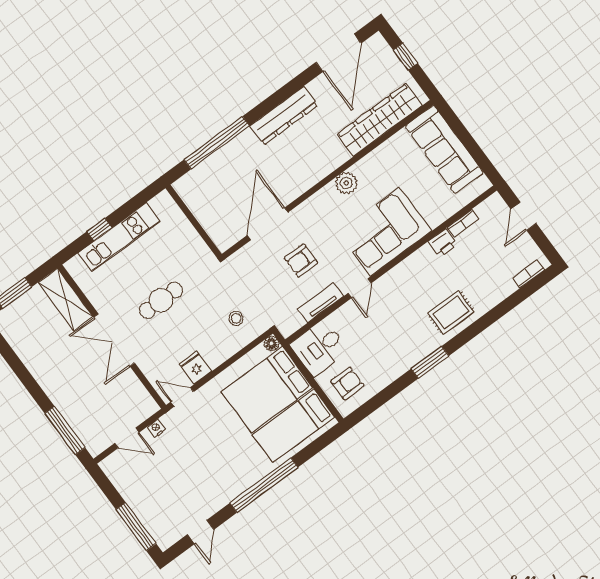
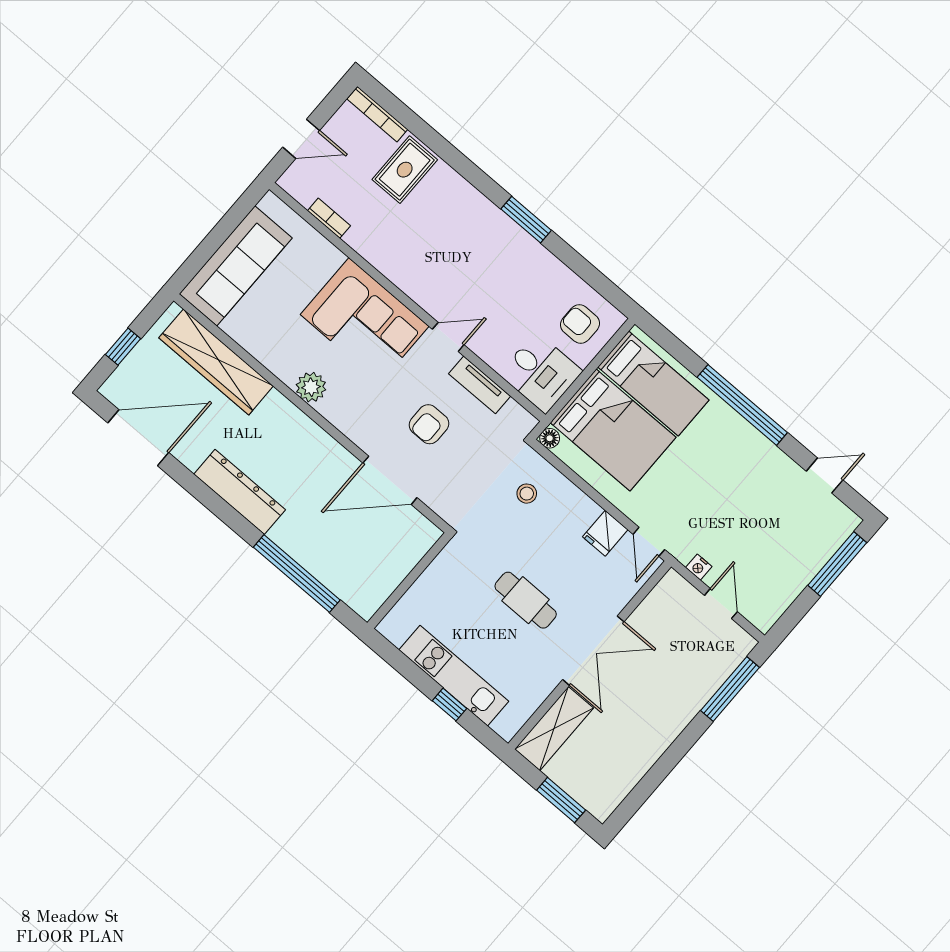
printer: (443, 243) -> (362, 239), removed
armchair: (301, 260) -> (429, 424), turned 90
bookcase: (529, 274) -> (377, 114), width x1.56
rug: (451, 313) -> (405, 170), moved, turned 90

